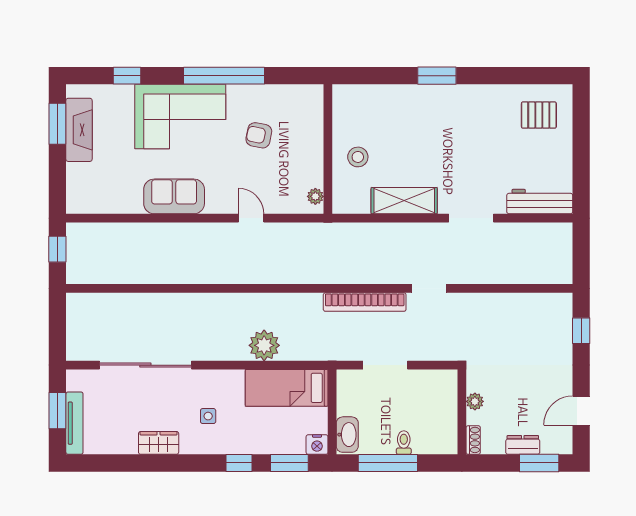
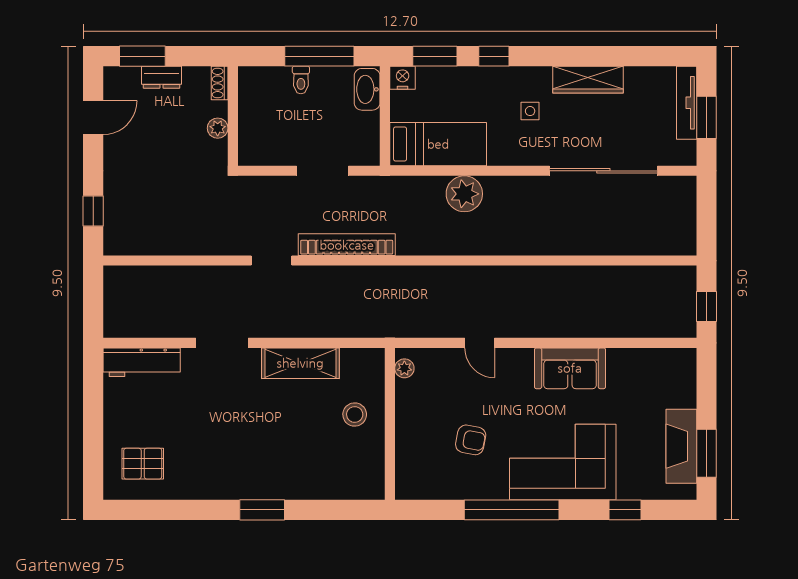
wardrobe: (159, 443) -> (588, 80), width x1.50

